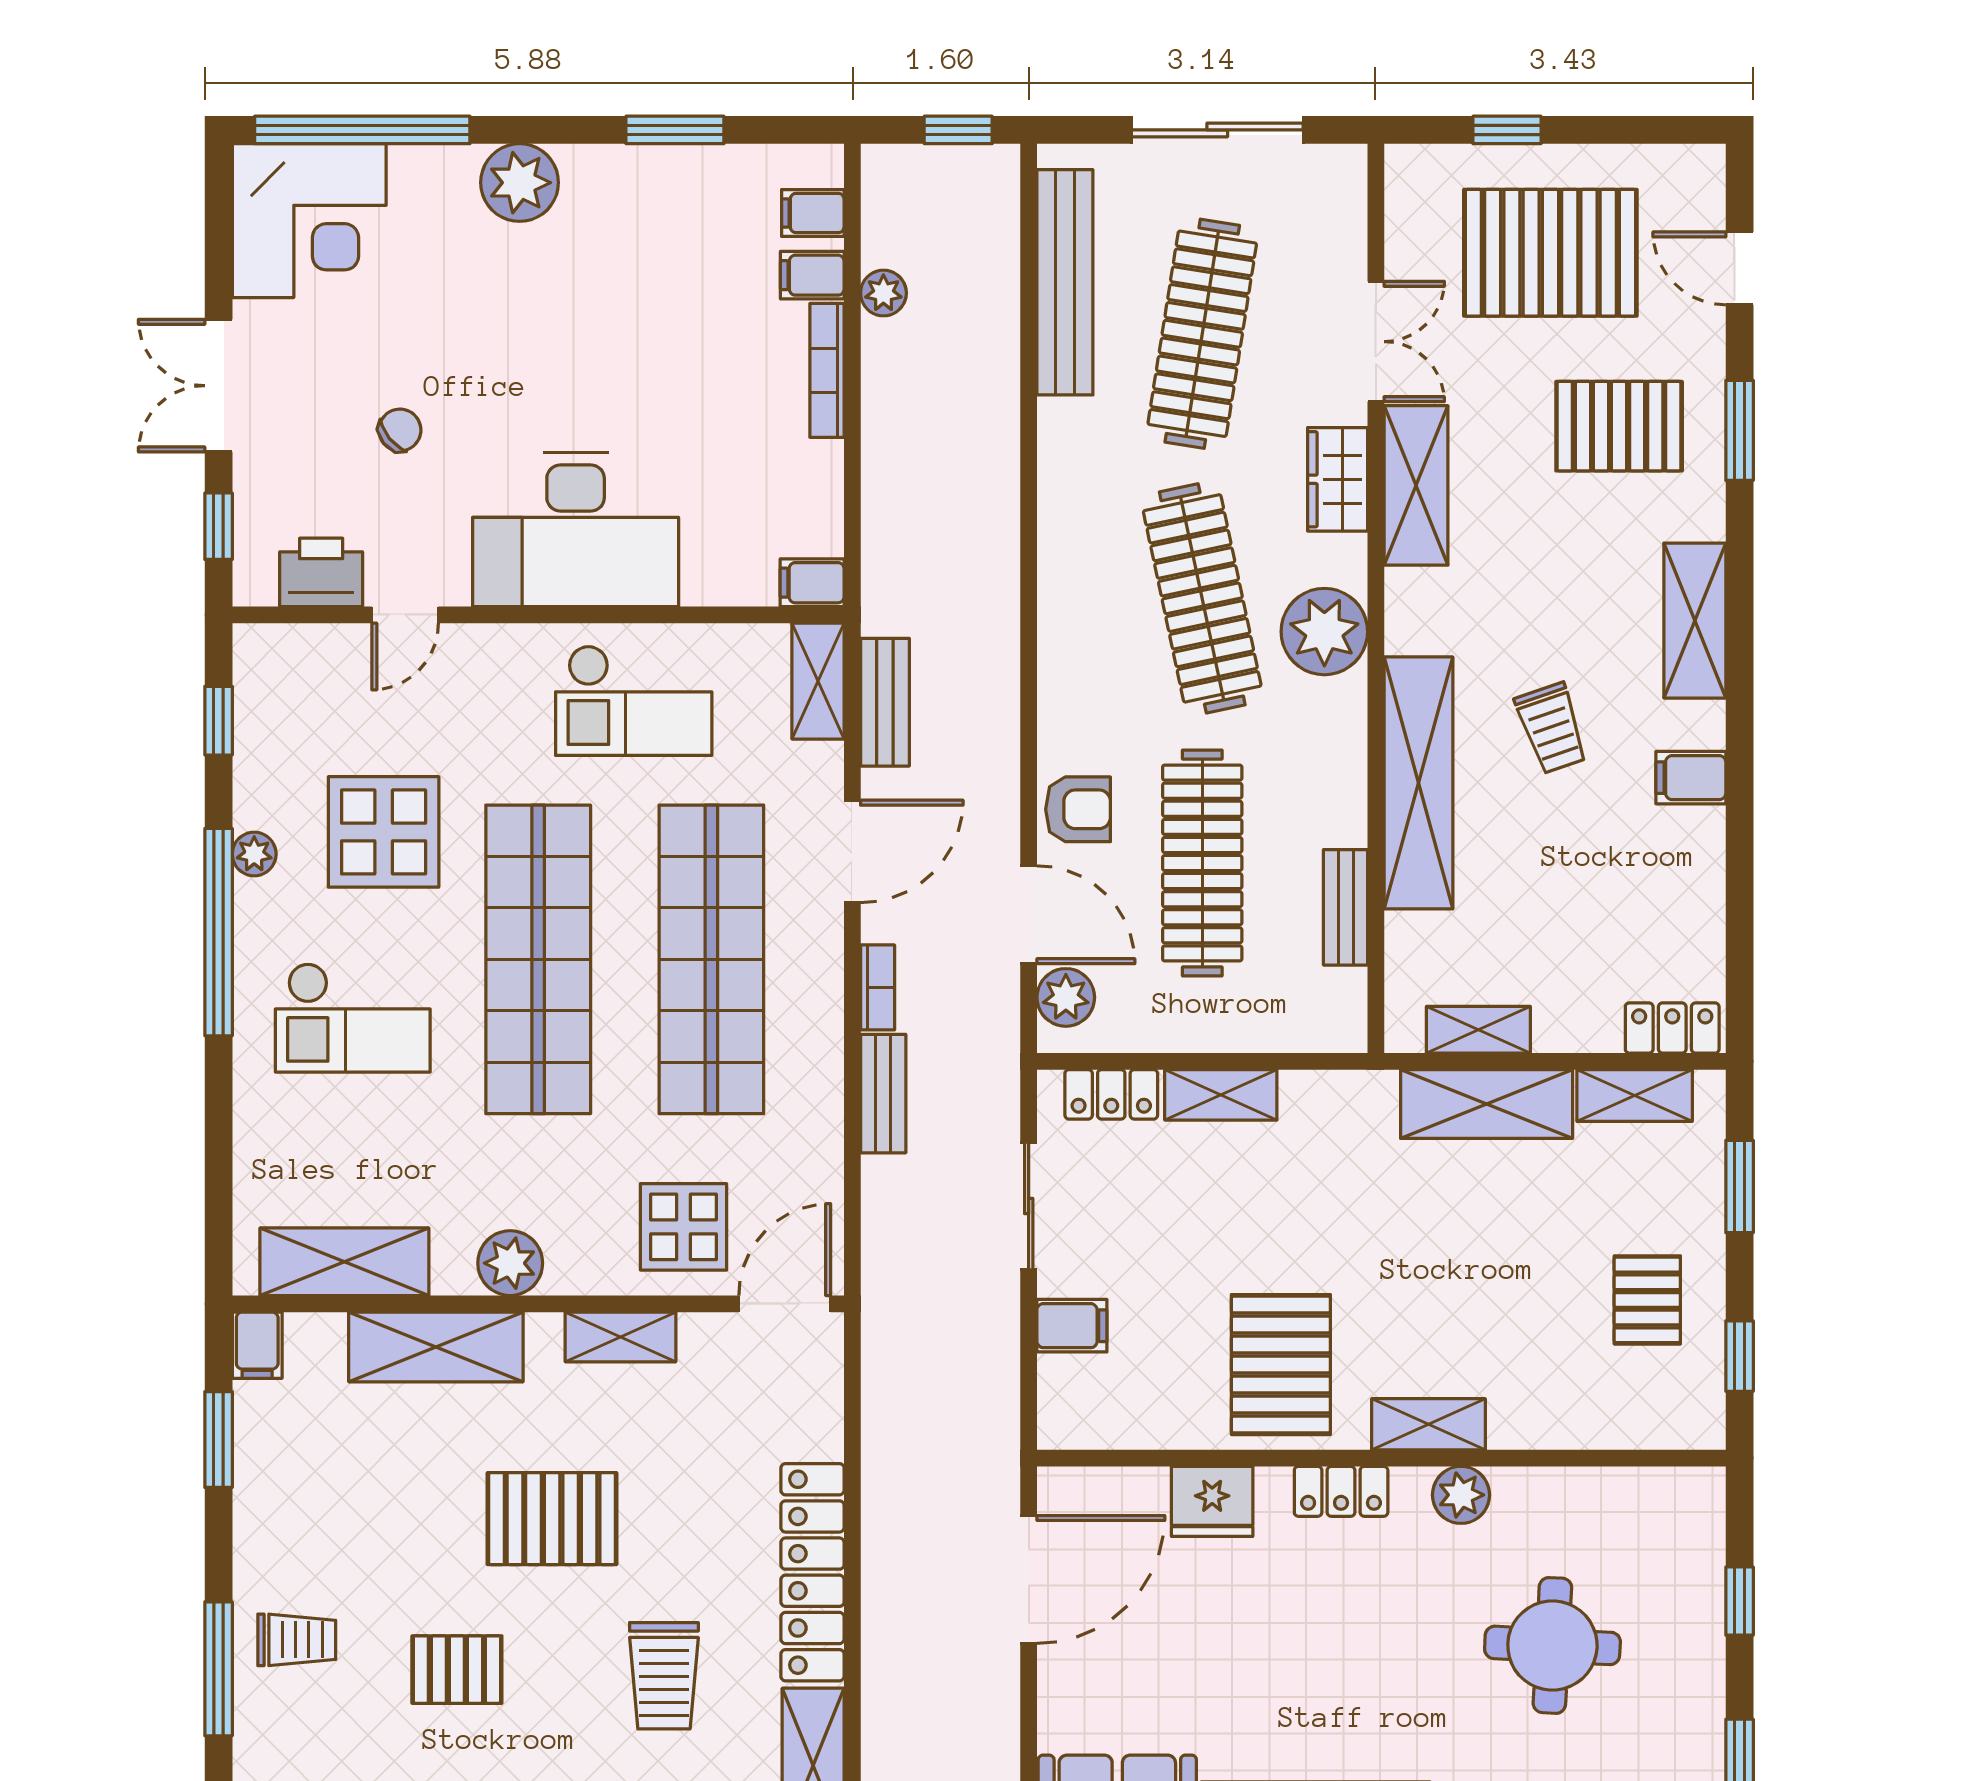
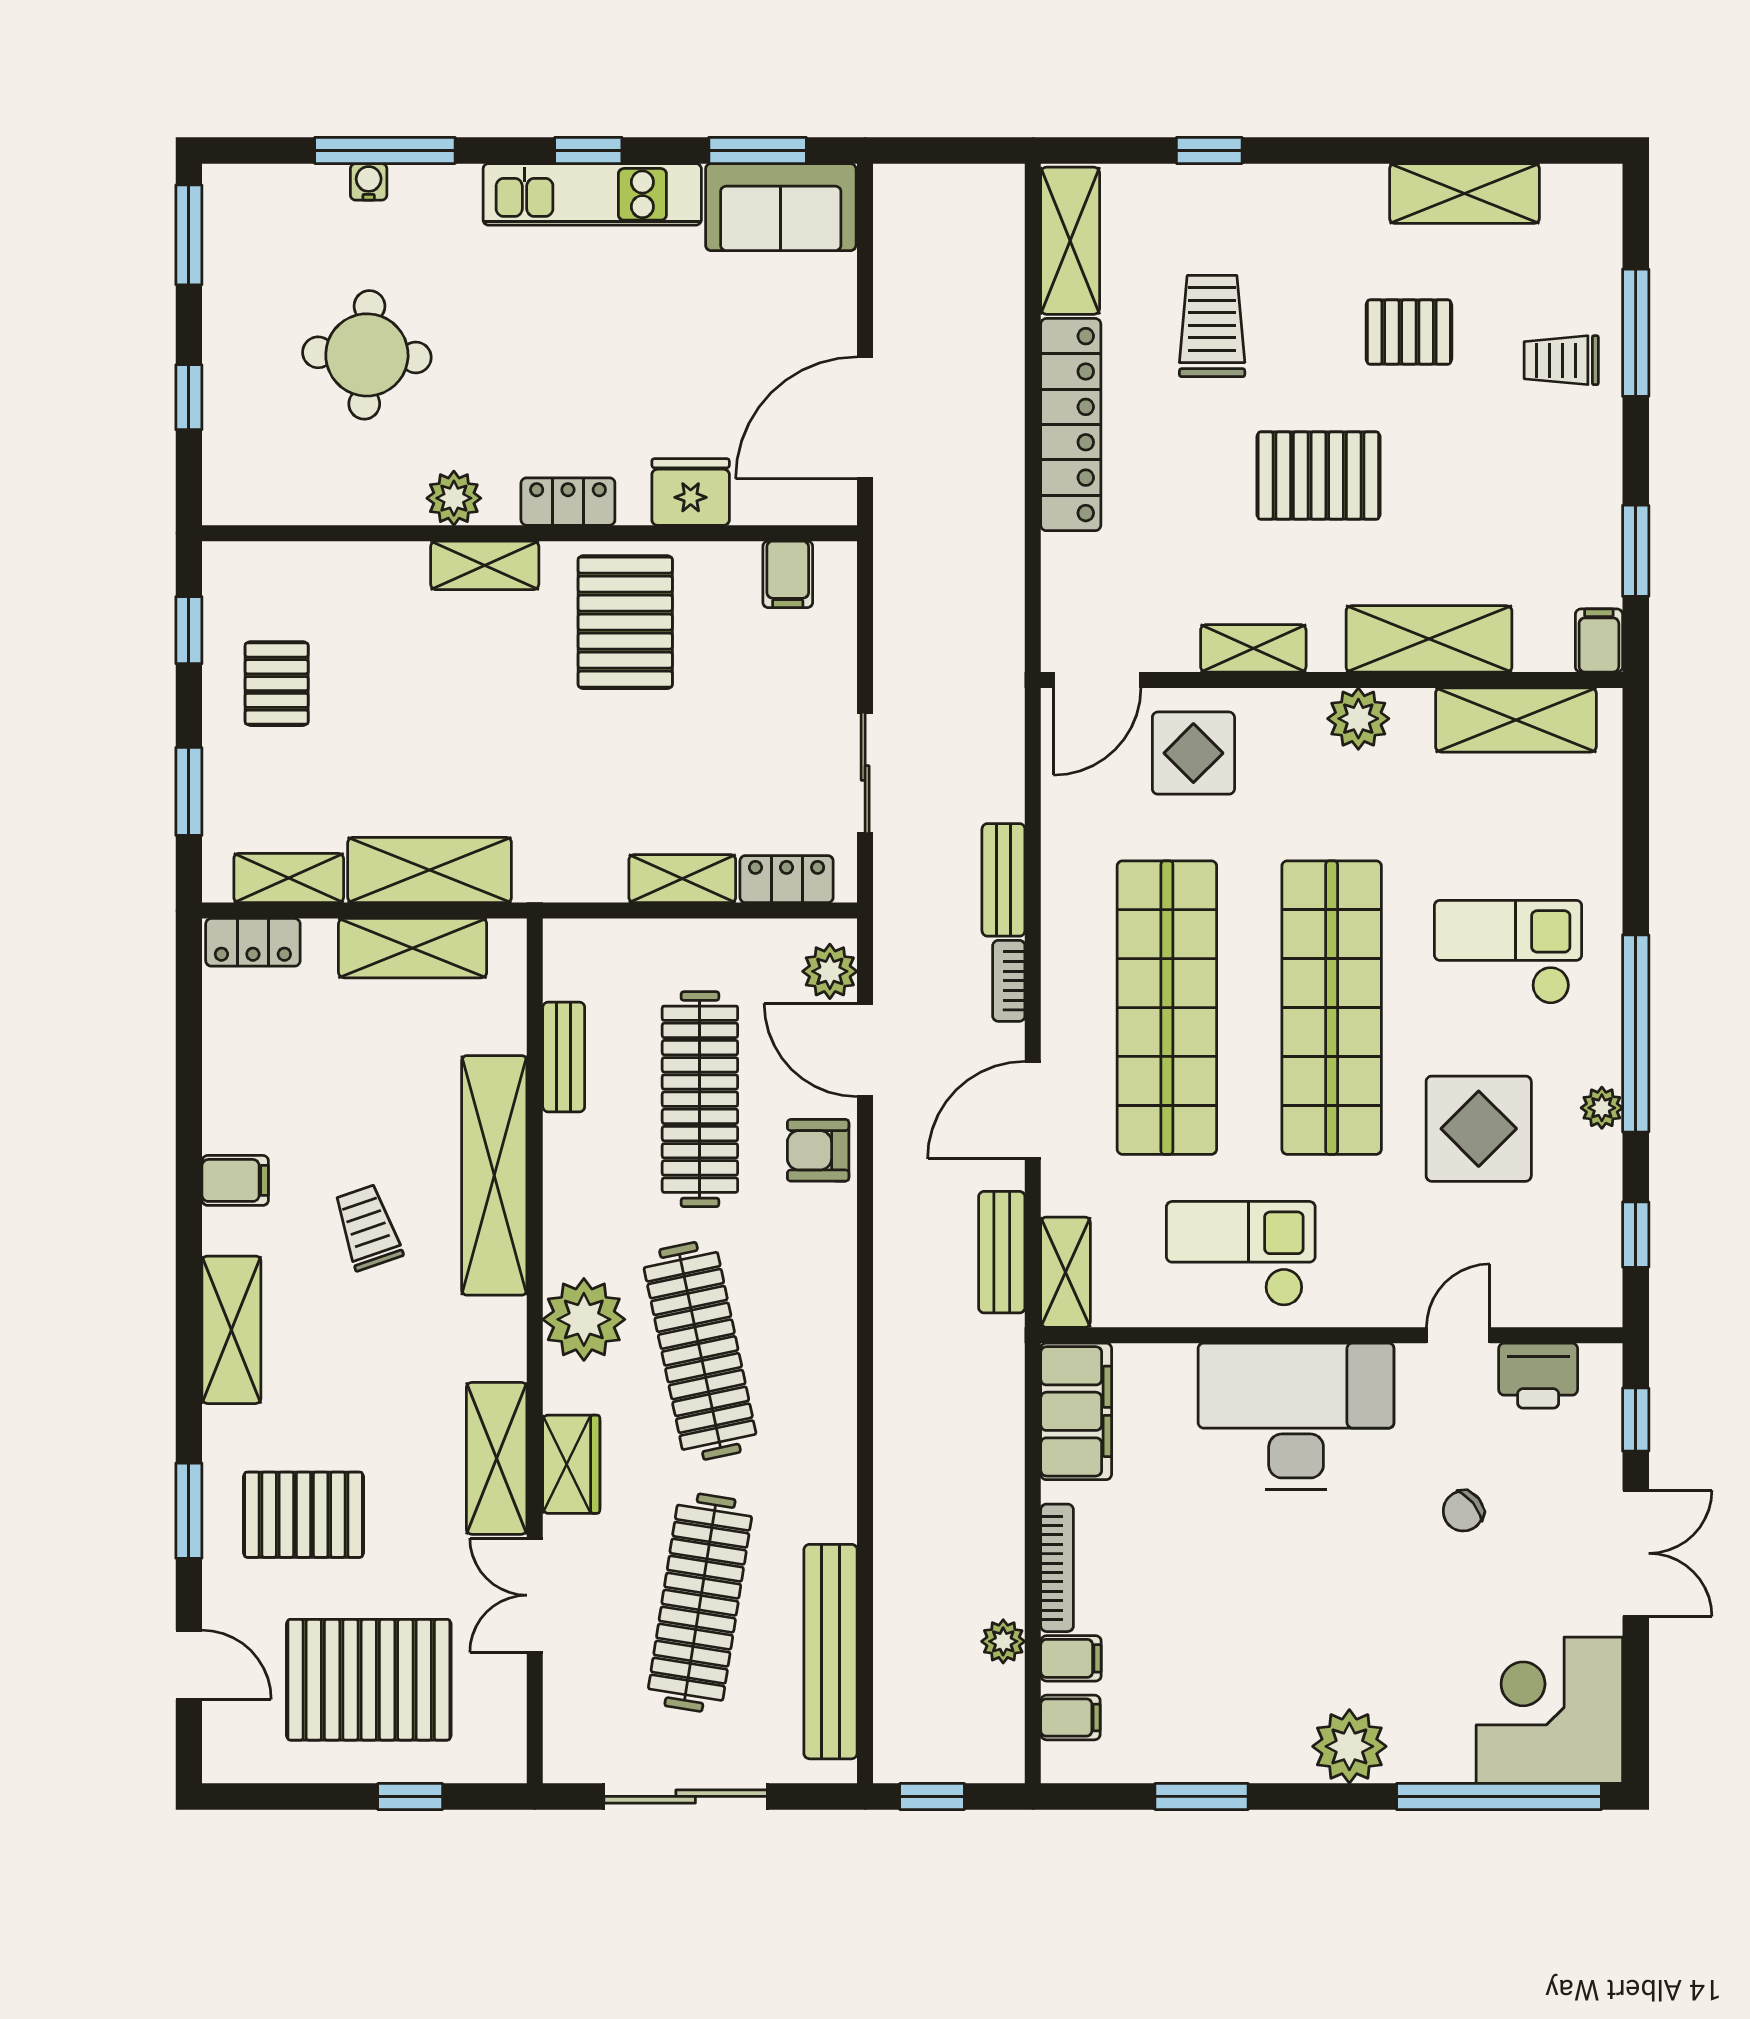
filing cabinet: (812, 583) -> (1076, 1411), width x3.00, depth x1.17
shelving: (1478, 1030) -> (413, 948), width x1.50, depth x1.33
filing cabinet: (1072, 1326) -> (788, 574), moved, turned -90

